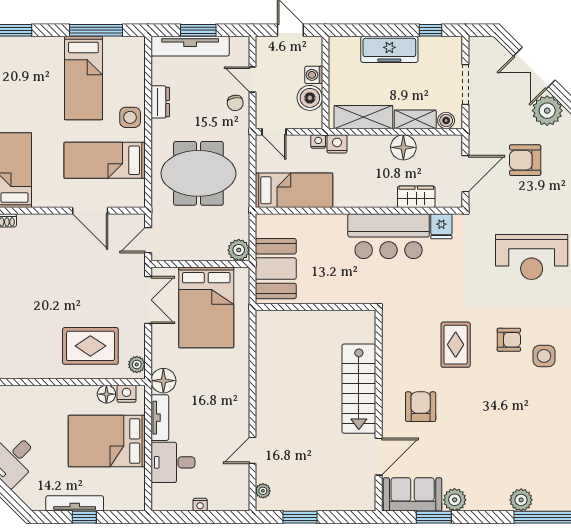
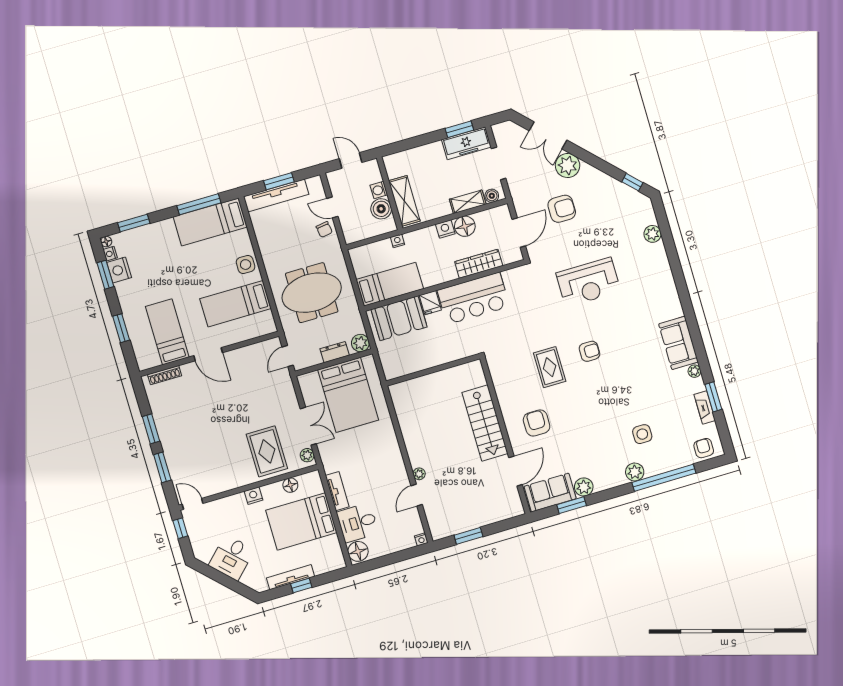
window: (431, 30) -> (459, 129), width x1.50
freezer: (389, 49) -> (466, 143), moved
bed: (83, 78) -> (210, 222), moved, turned 90
dresser: (160, 102) -> (335, 352), moved, turned -90
shelving: (363, 117) -> (404, 201), moved, turned 90
door: (274, 132) -> (361, 243), removed
nightstand: (337, 144) -> (445, 229), moved
armchair: (525, 160) -> (562, 209), turned 180
wardrobe: (416, 197) -> (479, 264), width x1.50
door: (90, 211) -> (208, 354), moved
fridge: (441, 226) -> (430, 303), moved
booth: (276, 269) -> (399, 318), moved, turned 90
double door: (148, 300) -> (308, 426), moved
rug: (90, 346) -> (267, 451), turned 90
side table: (544, 356) -> (642, 434), moved
floor lamp: (163, 381) -> (358, 551), moved
nightstand: (127, 394) -> (253, 496), moved
plant: (263, 491) -> (419, 474), moved
nightstand: (200, 505) -> (421, 539), moved

